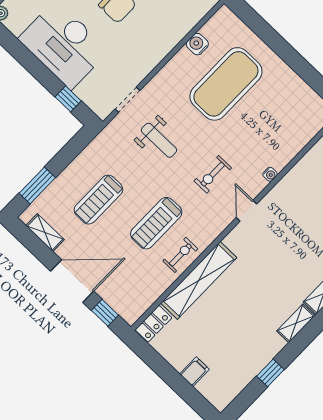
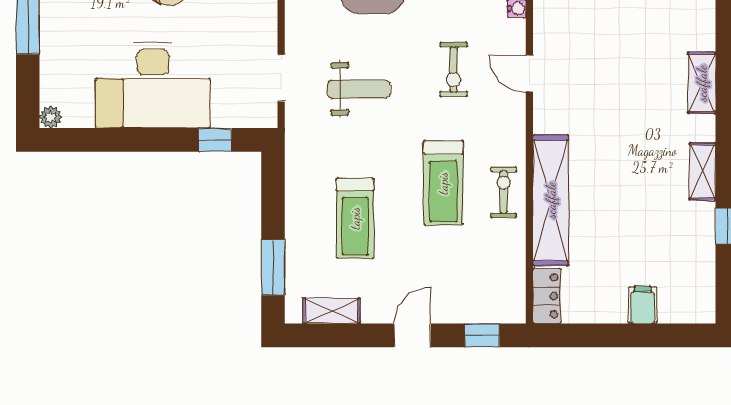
door: (72, 281) -> (413, 335), width x0.53
shelving: (296, 323) -> (703, 171), moved

